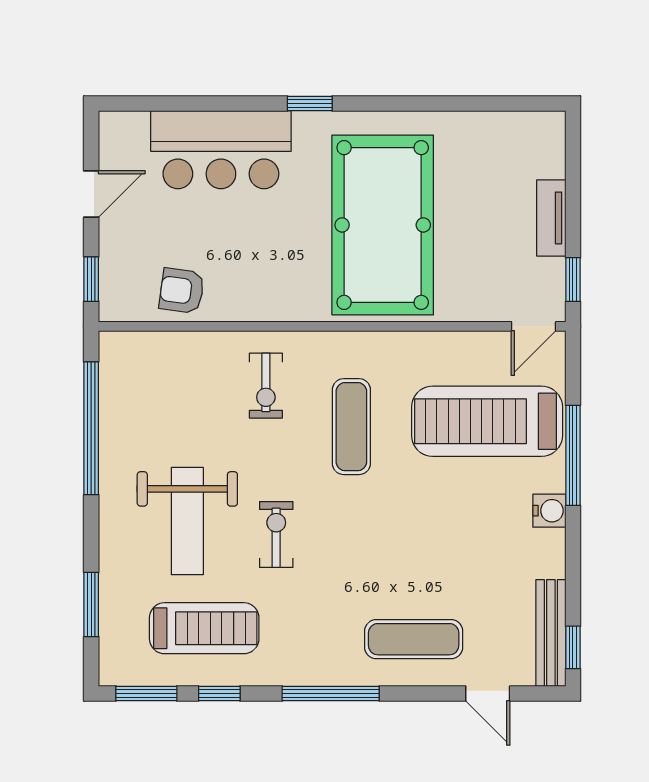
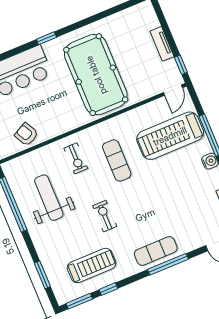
armchair: (182, 291) -> (26, 134), turned 54
weight bench: (187, 521) -> (49, 198), moved, turned 180
exercise mat: (414, 639) -> (156, 251), moved
window: (331, 694) -> (168, 264), moved

